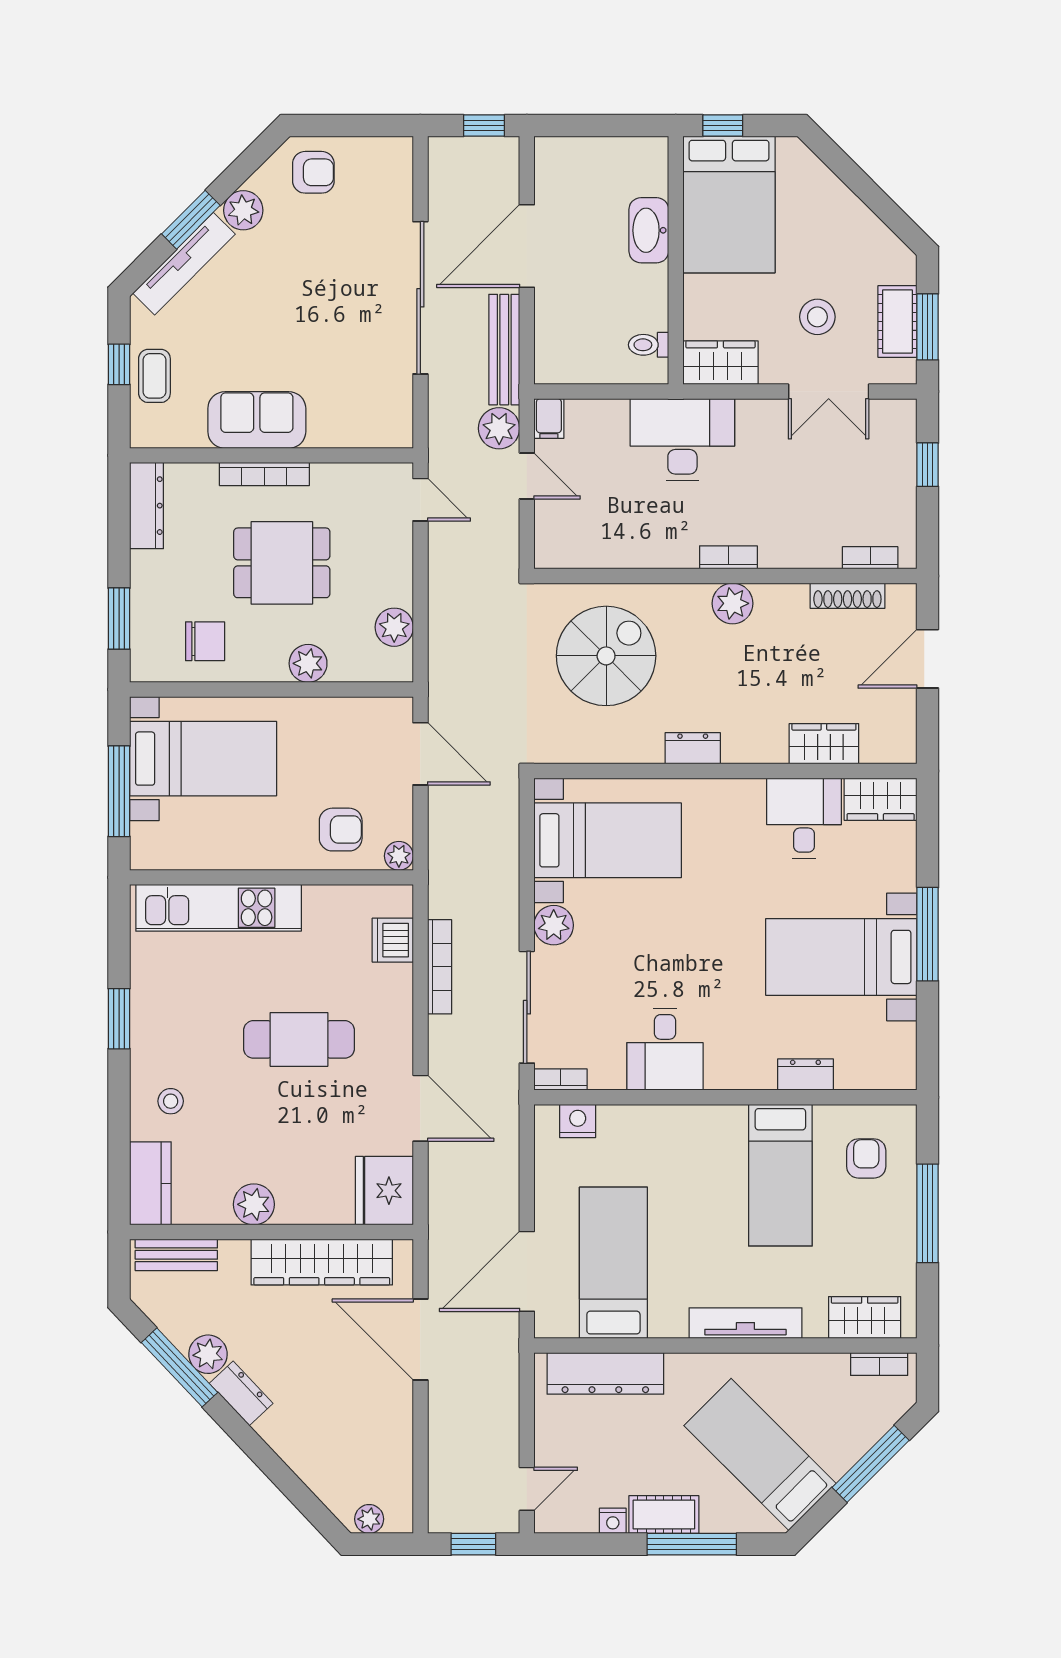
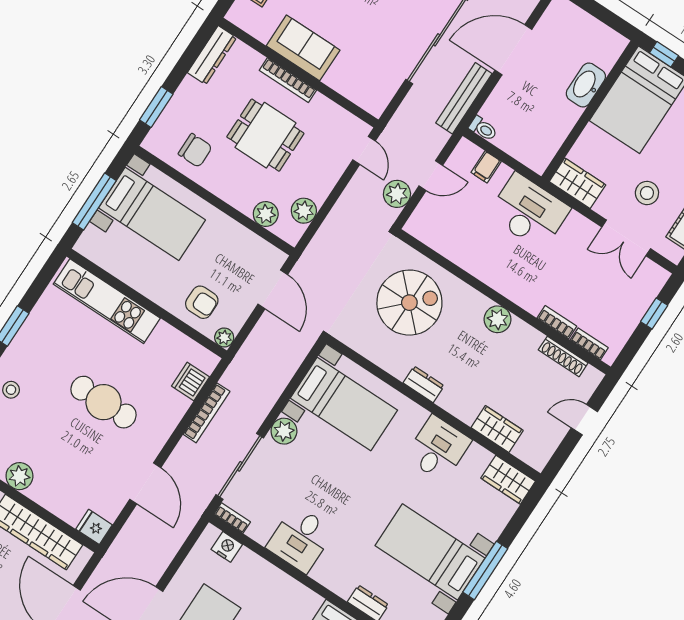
toilet: (649, 345) -> (483, 129), moved, turned 180
filing cabinet: (549, 419) -> (486, 167), moved
plant: (499, 428) -> (397, 194), moved
door: (527, 476) -> (431, 176), hinge flipped
bookcase: (728, 557) -> (557, 322), moved
door: (928, 659) -> (584, 420), width x0.73
plant: (308, 663) -> (266, 214), moved
desk: (804, 818) -> (438, 449), moved
fridge: (384, 1191) -> (94, 527), width x0.53, depth x0.75

